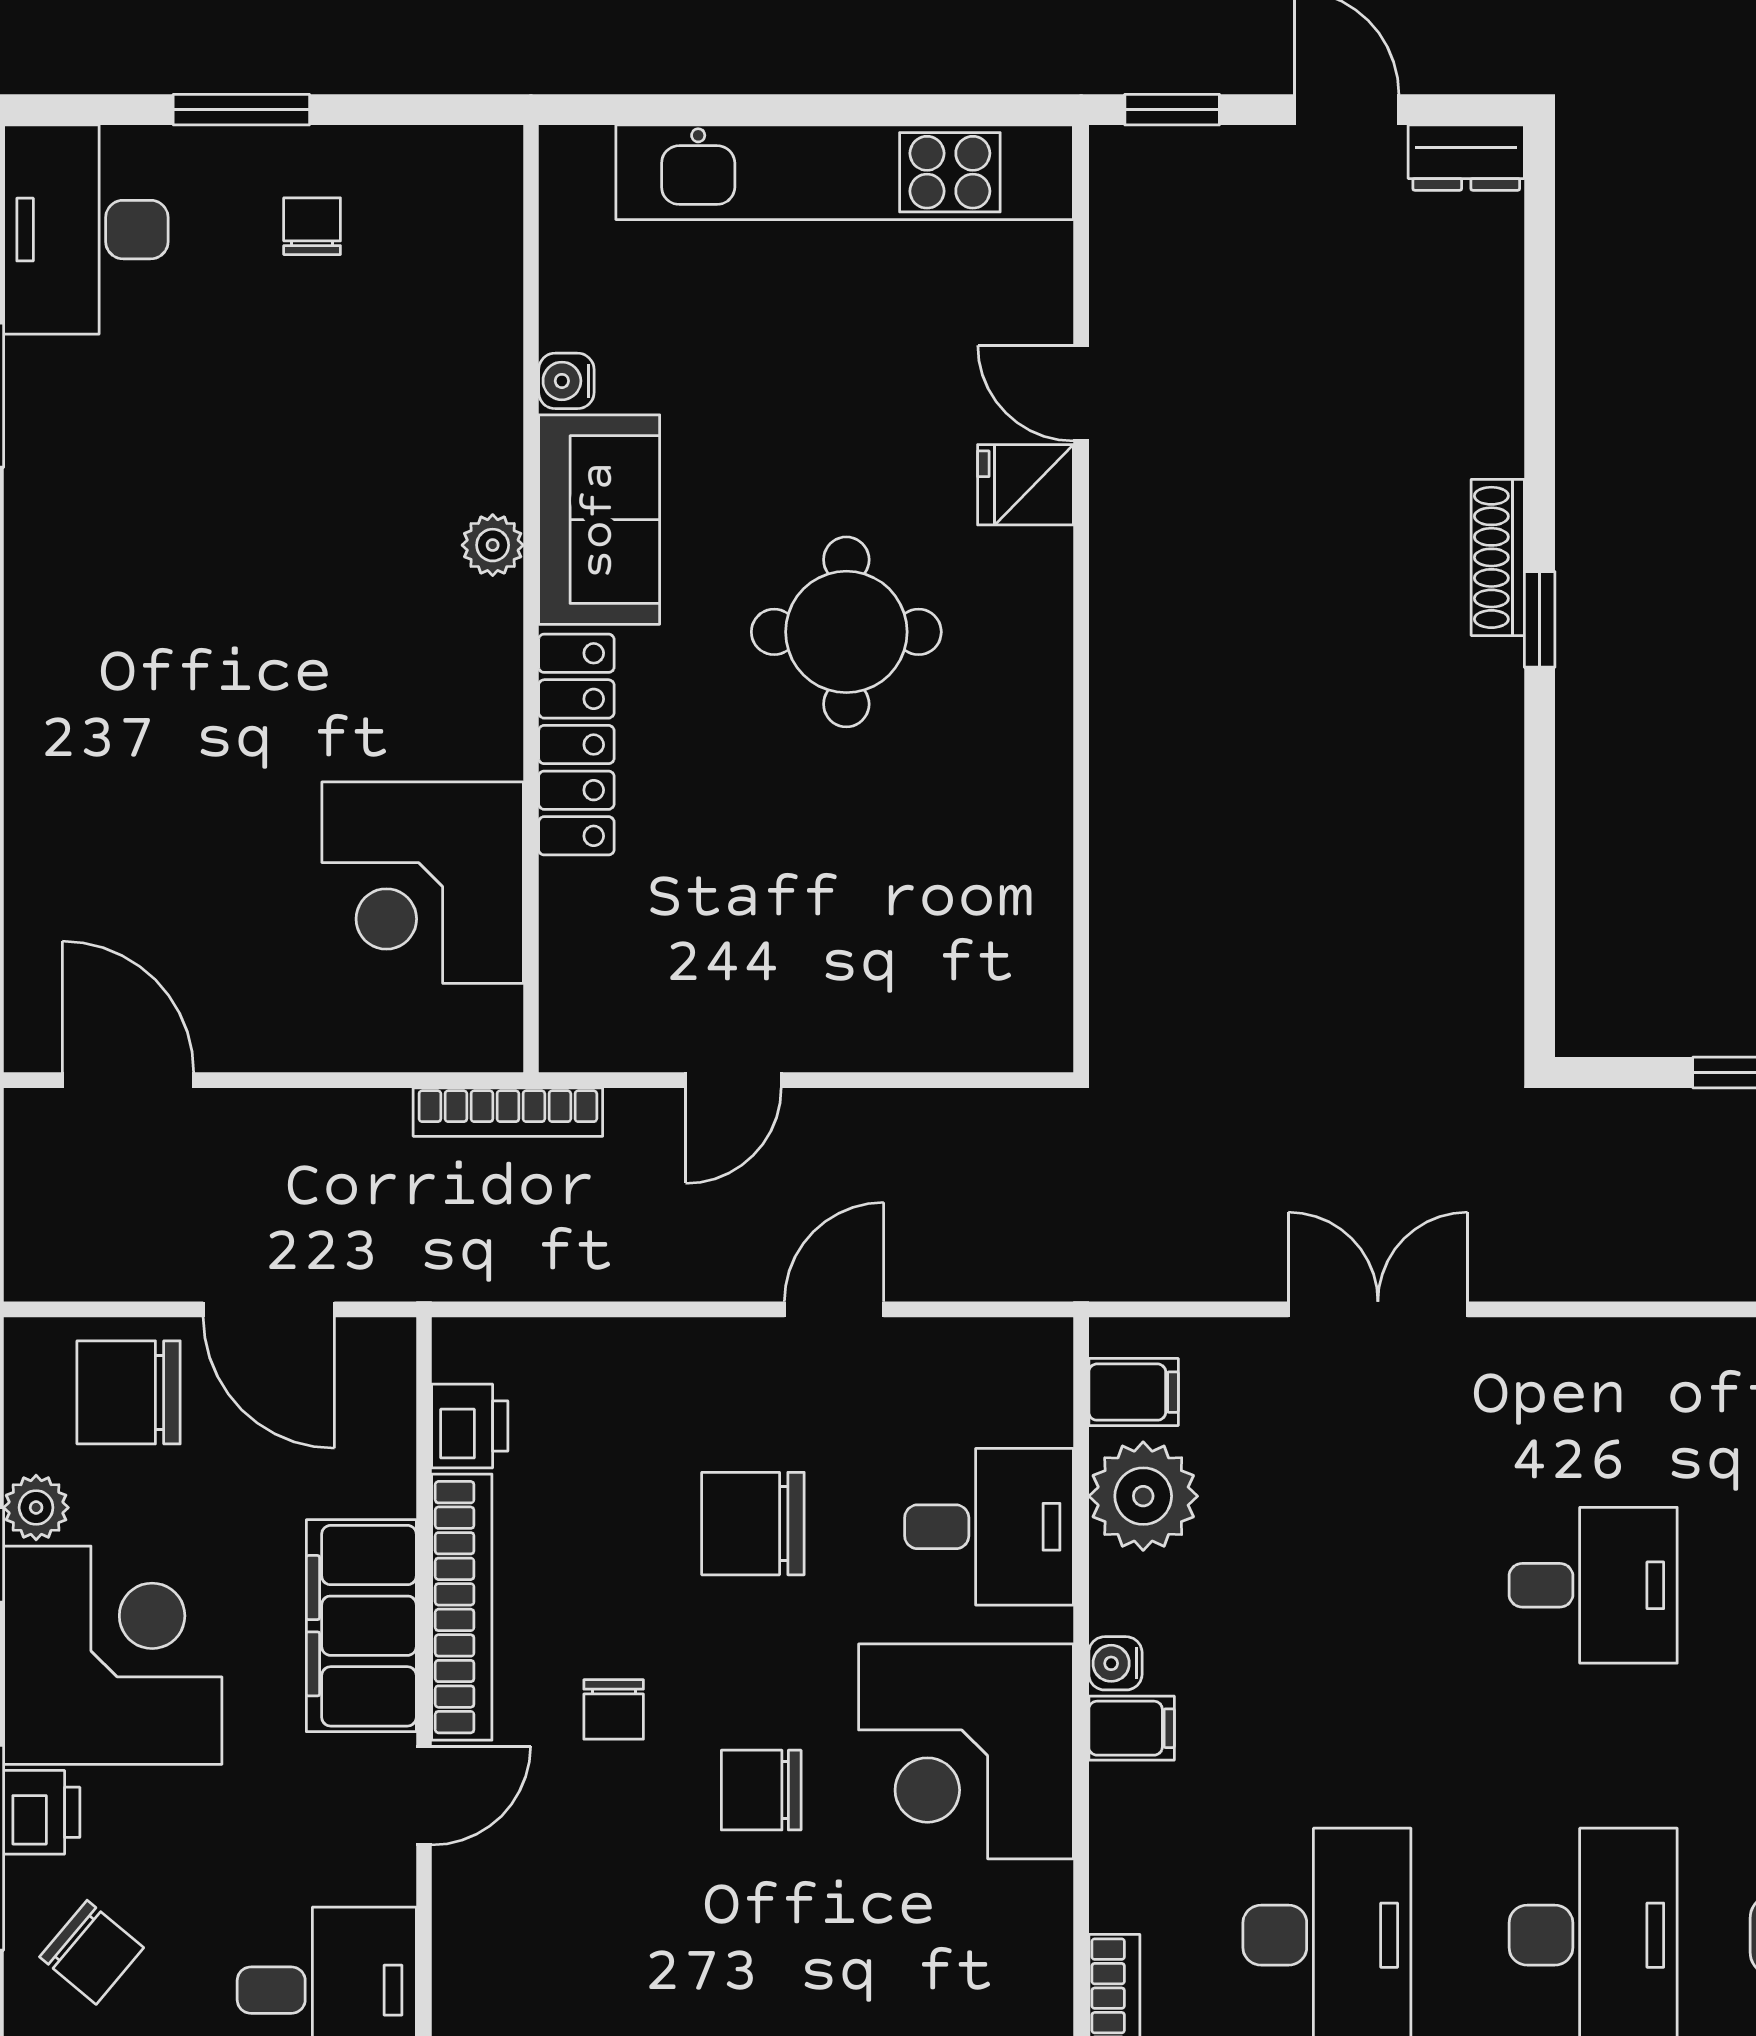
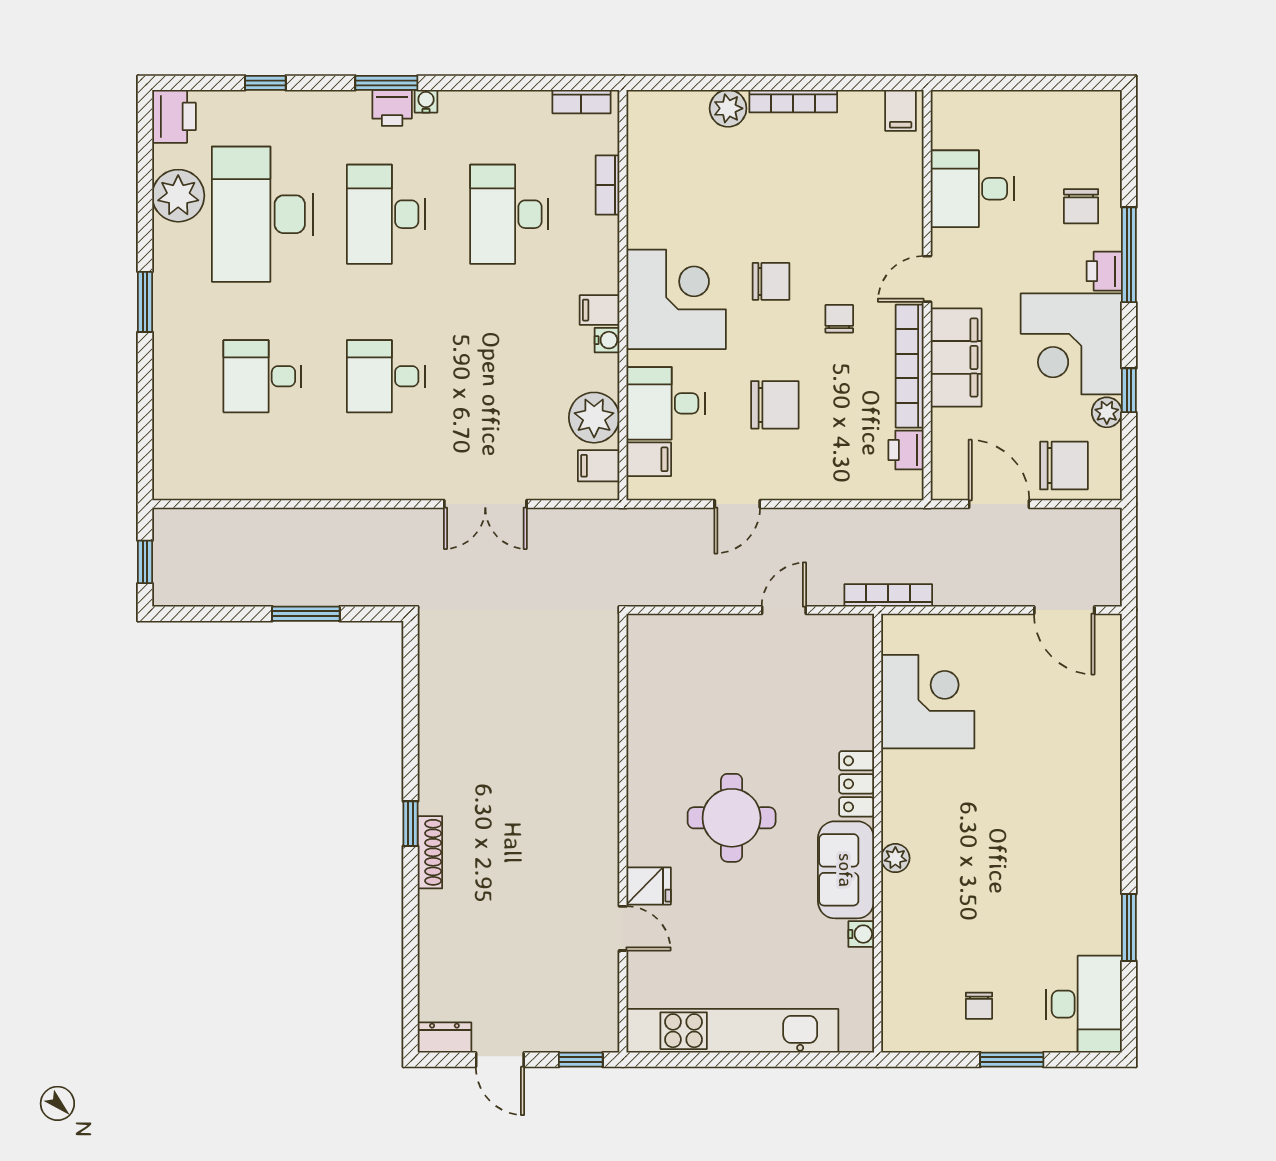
locker: (576, 745) -> (857, 784), width x0.66
filing cabinet: (1025, 1406) -> (649, 459), added
chair: (92, 1952) -> (1081, 206), turned -130

